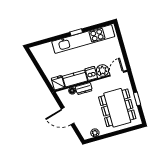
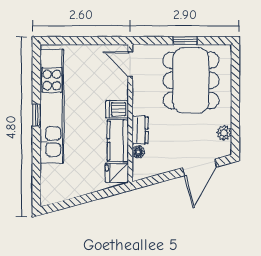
plant: (102, 70) -> (117, 88), removed
dining table: (117, 108) -> (191, 80), turned 90
door: (68, 116) -> (200, 167), moved

